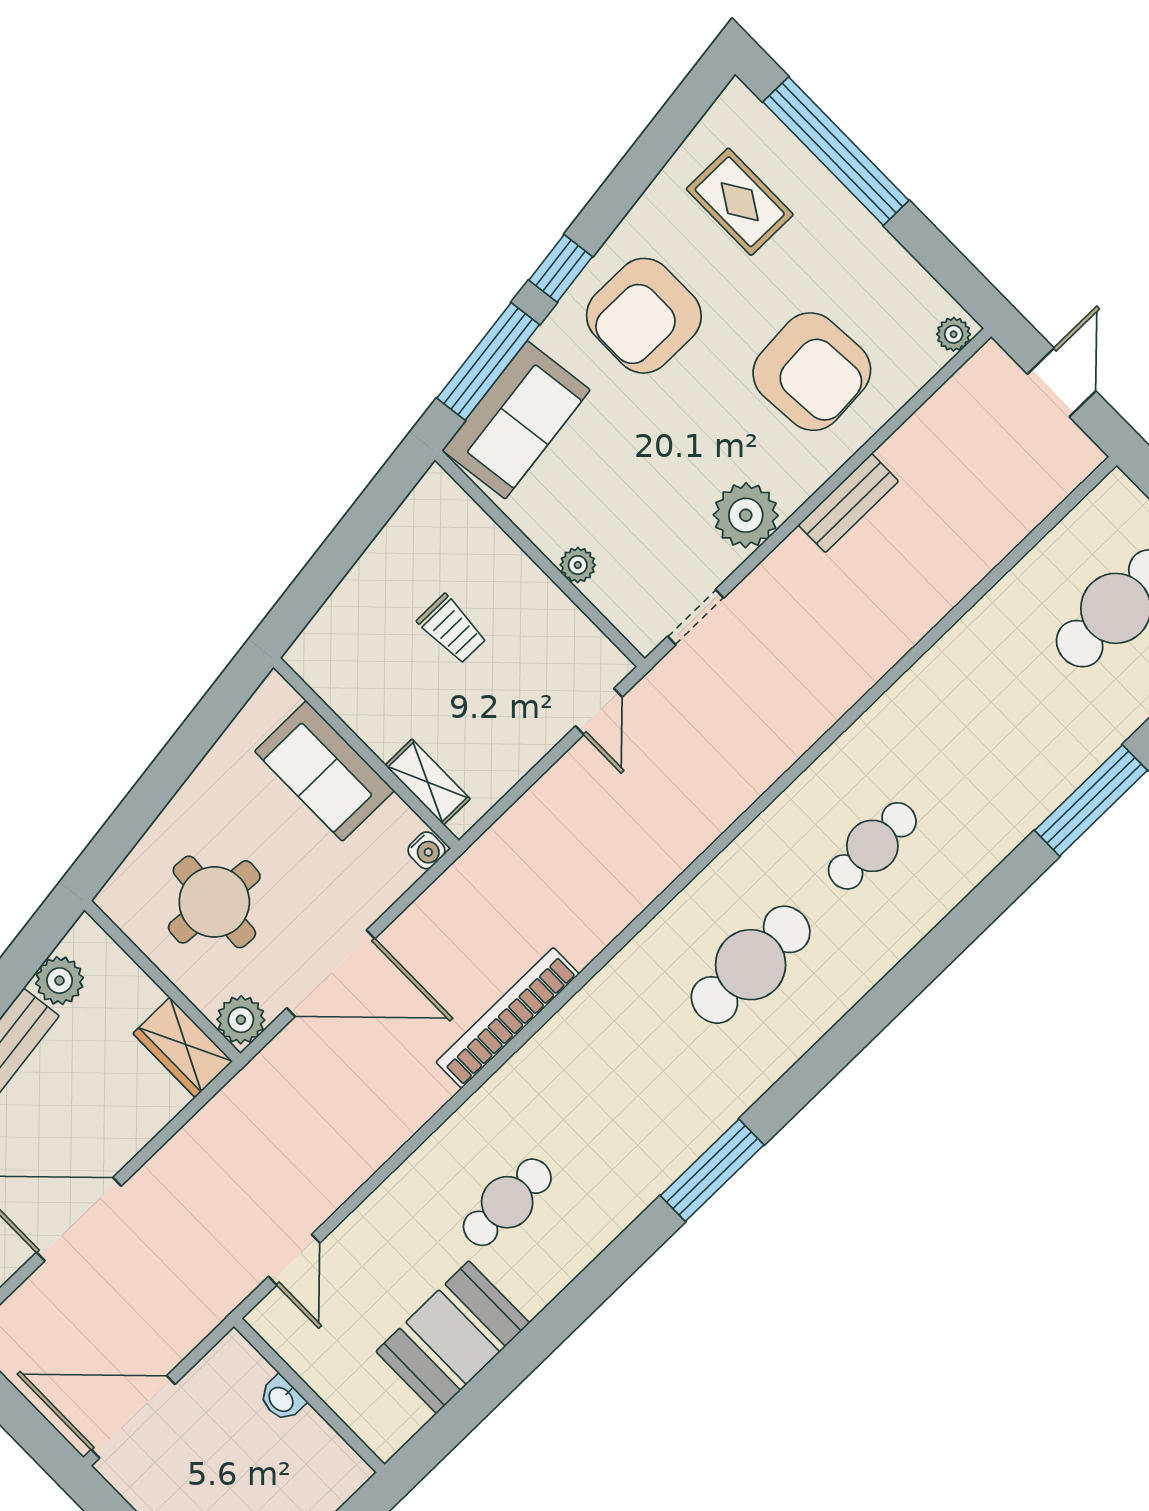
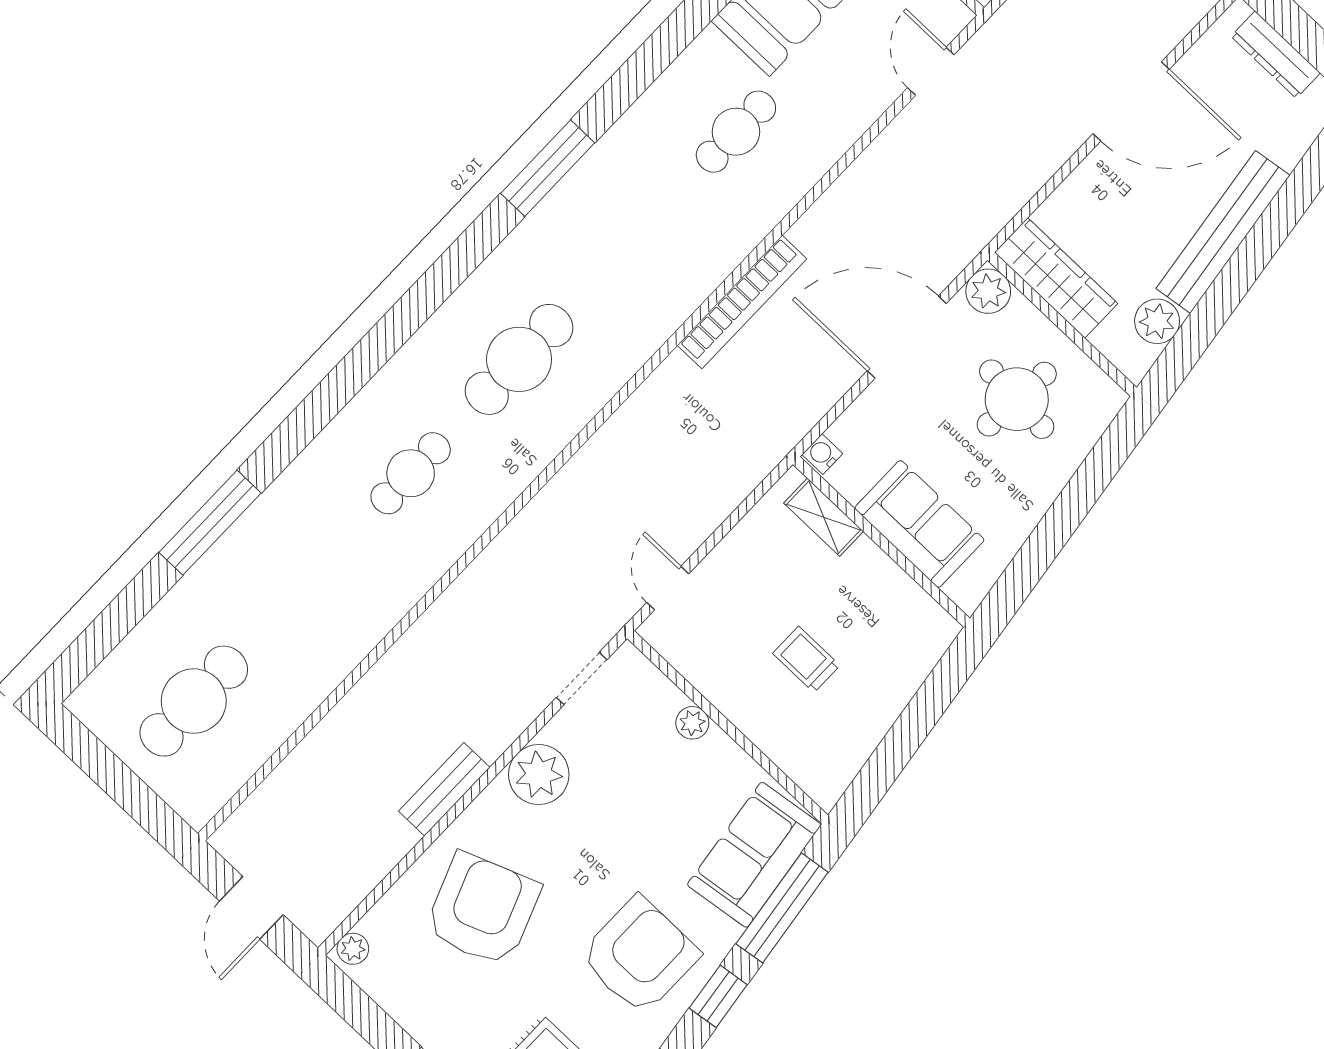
armchair: (812, 372) -> (483, 909), turned 73
wardrobe: (183, 1047) -> (1056, 278), width x1.50

